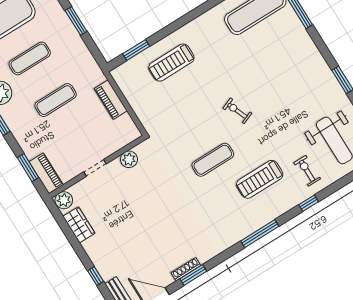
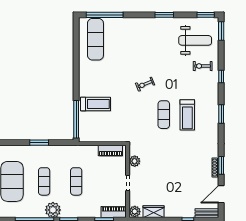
window: (136, 50) -> (76, 119), width x2.11
treadmill: (171, 63) -> (95, 104), turned -90
piano: (111, 100) -> (110, 151), moved
treadmill: (260, 179) -> (187, 115), moved
window: (260, 234) -> (221, 114), width x0.69

